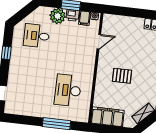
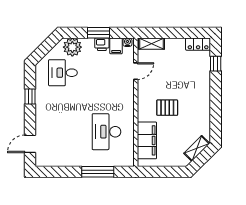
plant: (58, 16) -> (72, 47), moved
shelving: (115, 20) -> (152, 44), added
filing cabinet: (107, 117) -> (147, 140), moved, turned 90

